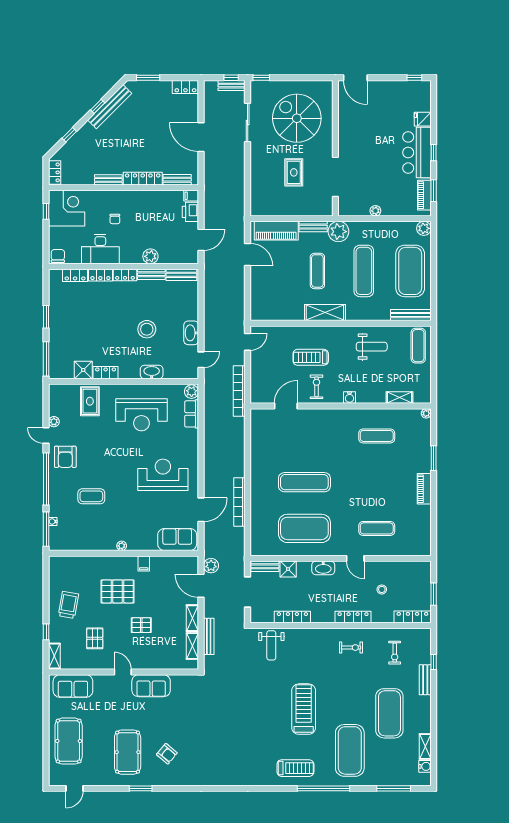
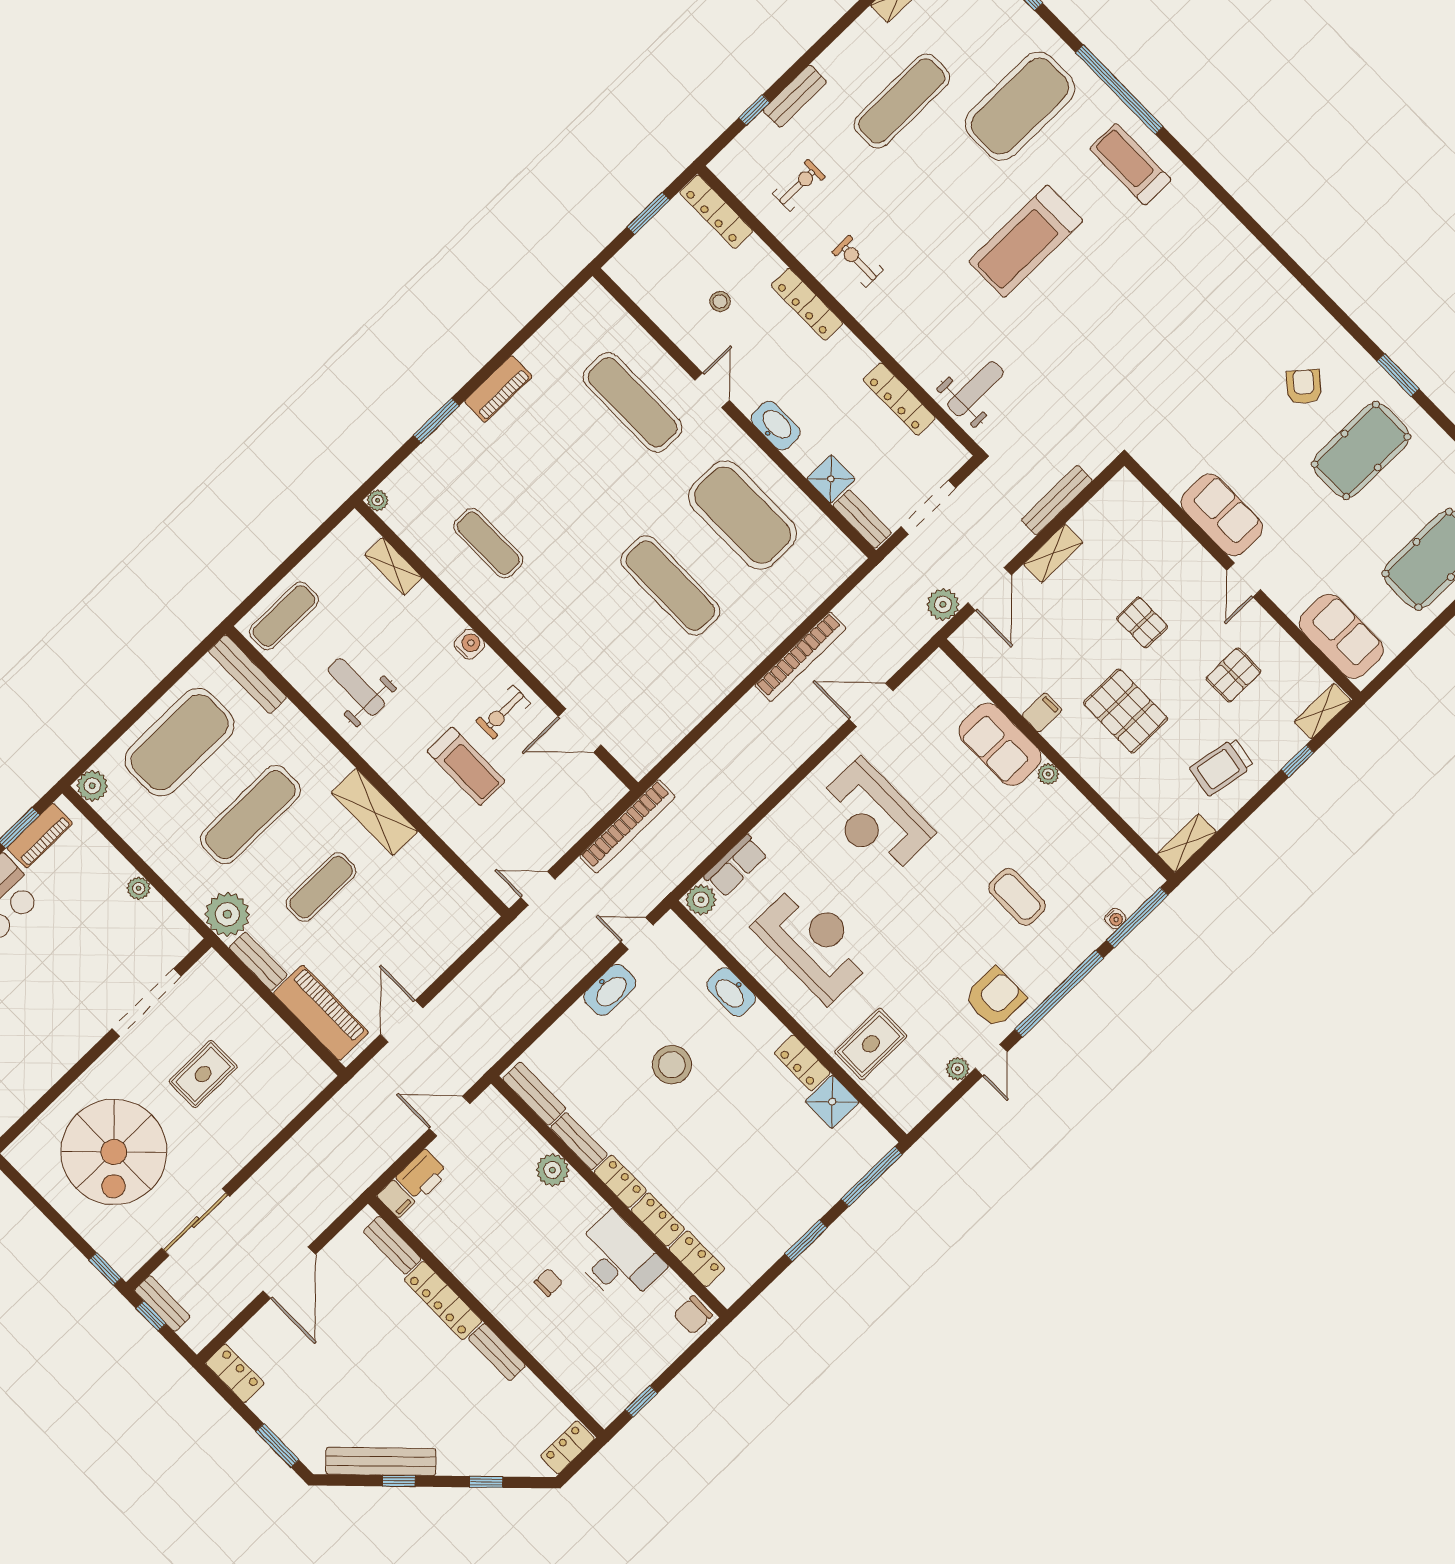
corner desk: (67, 208) -> (605, 1374), removed
exercise mat: (377, 528) -> (633, 402), width x1.36, depth x1.45
sofa: (177, 539) -> (1000, 744), moved
shelving: (192, 646) -> (1187, 843), moved
exercise mat: (389, 713) -> (902, 101), width x0.68

